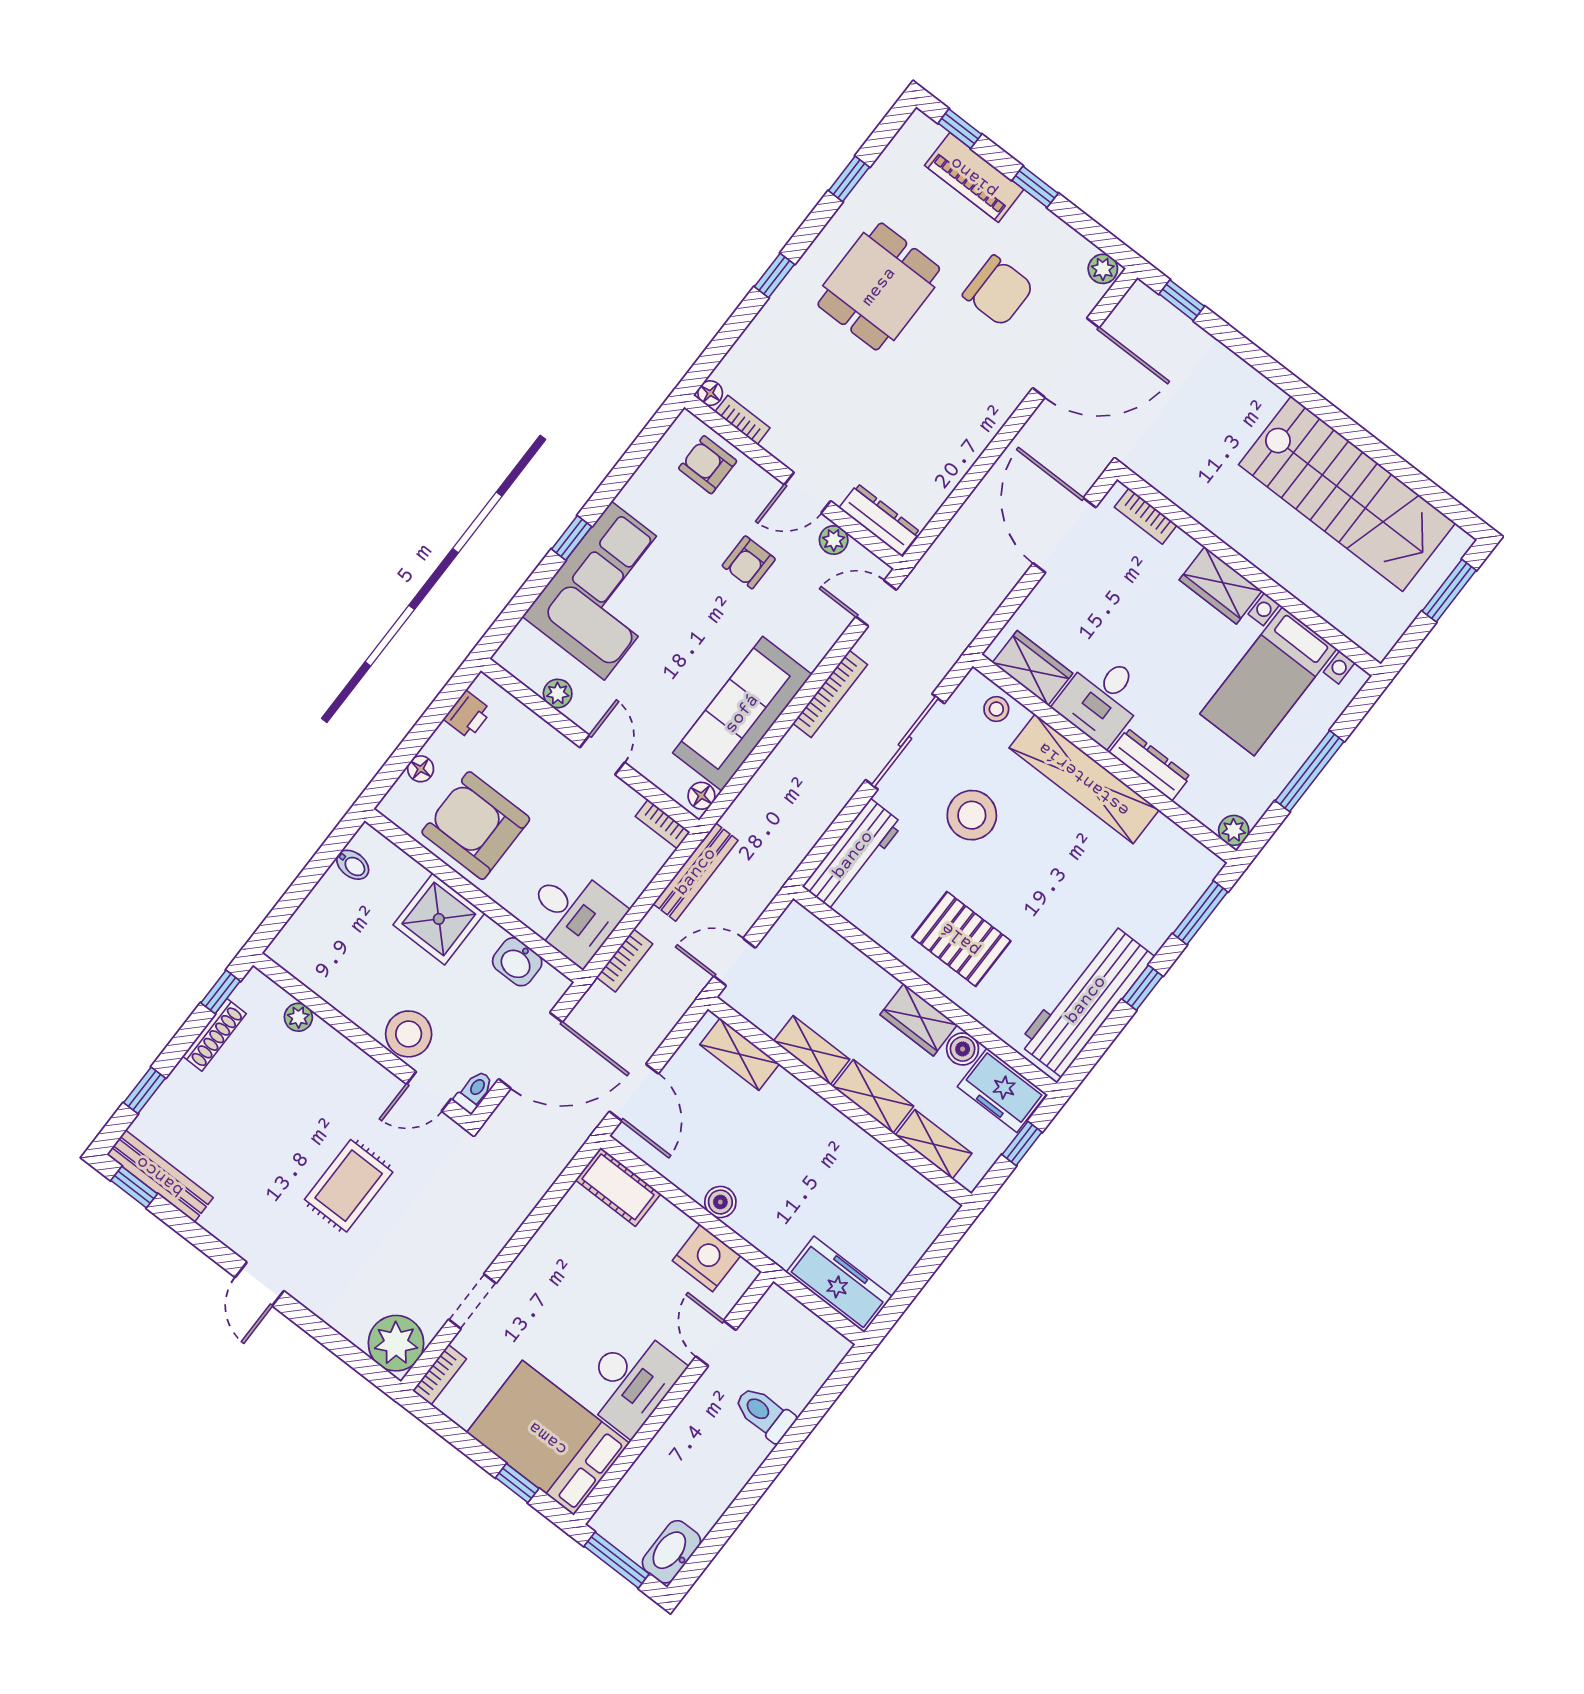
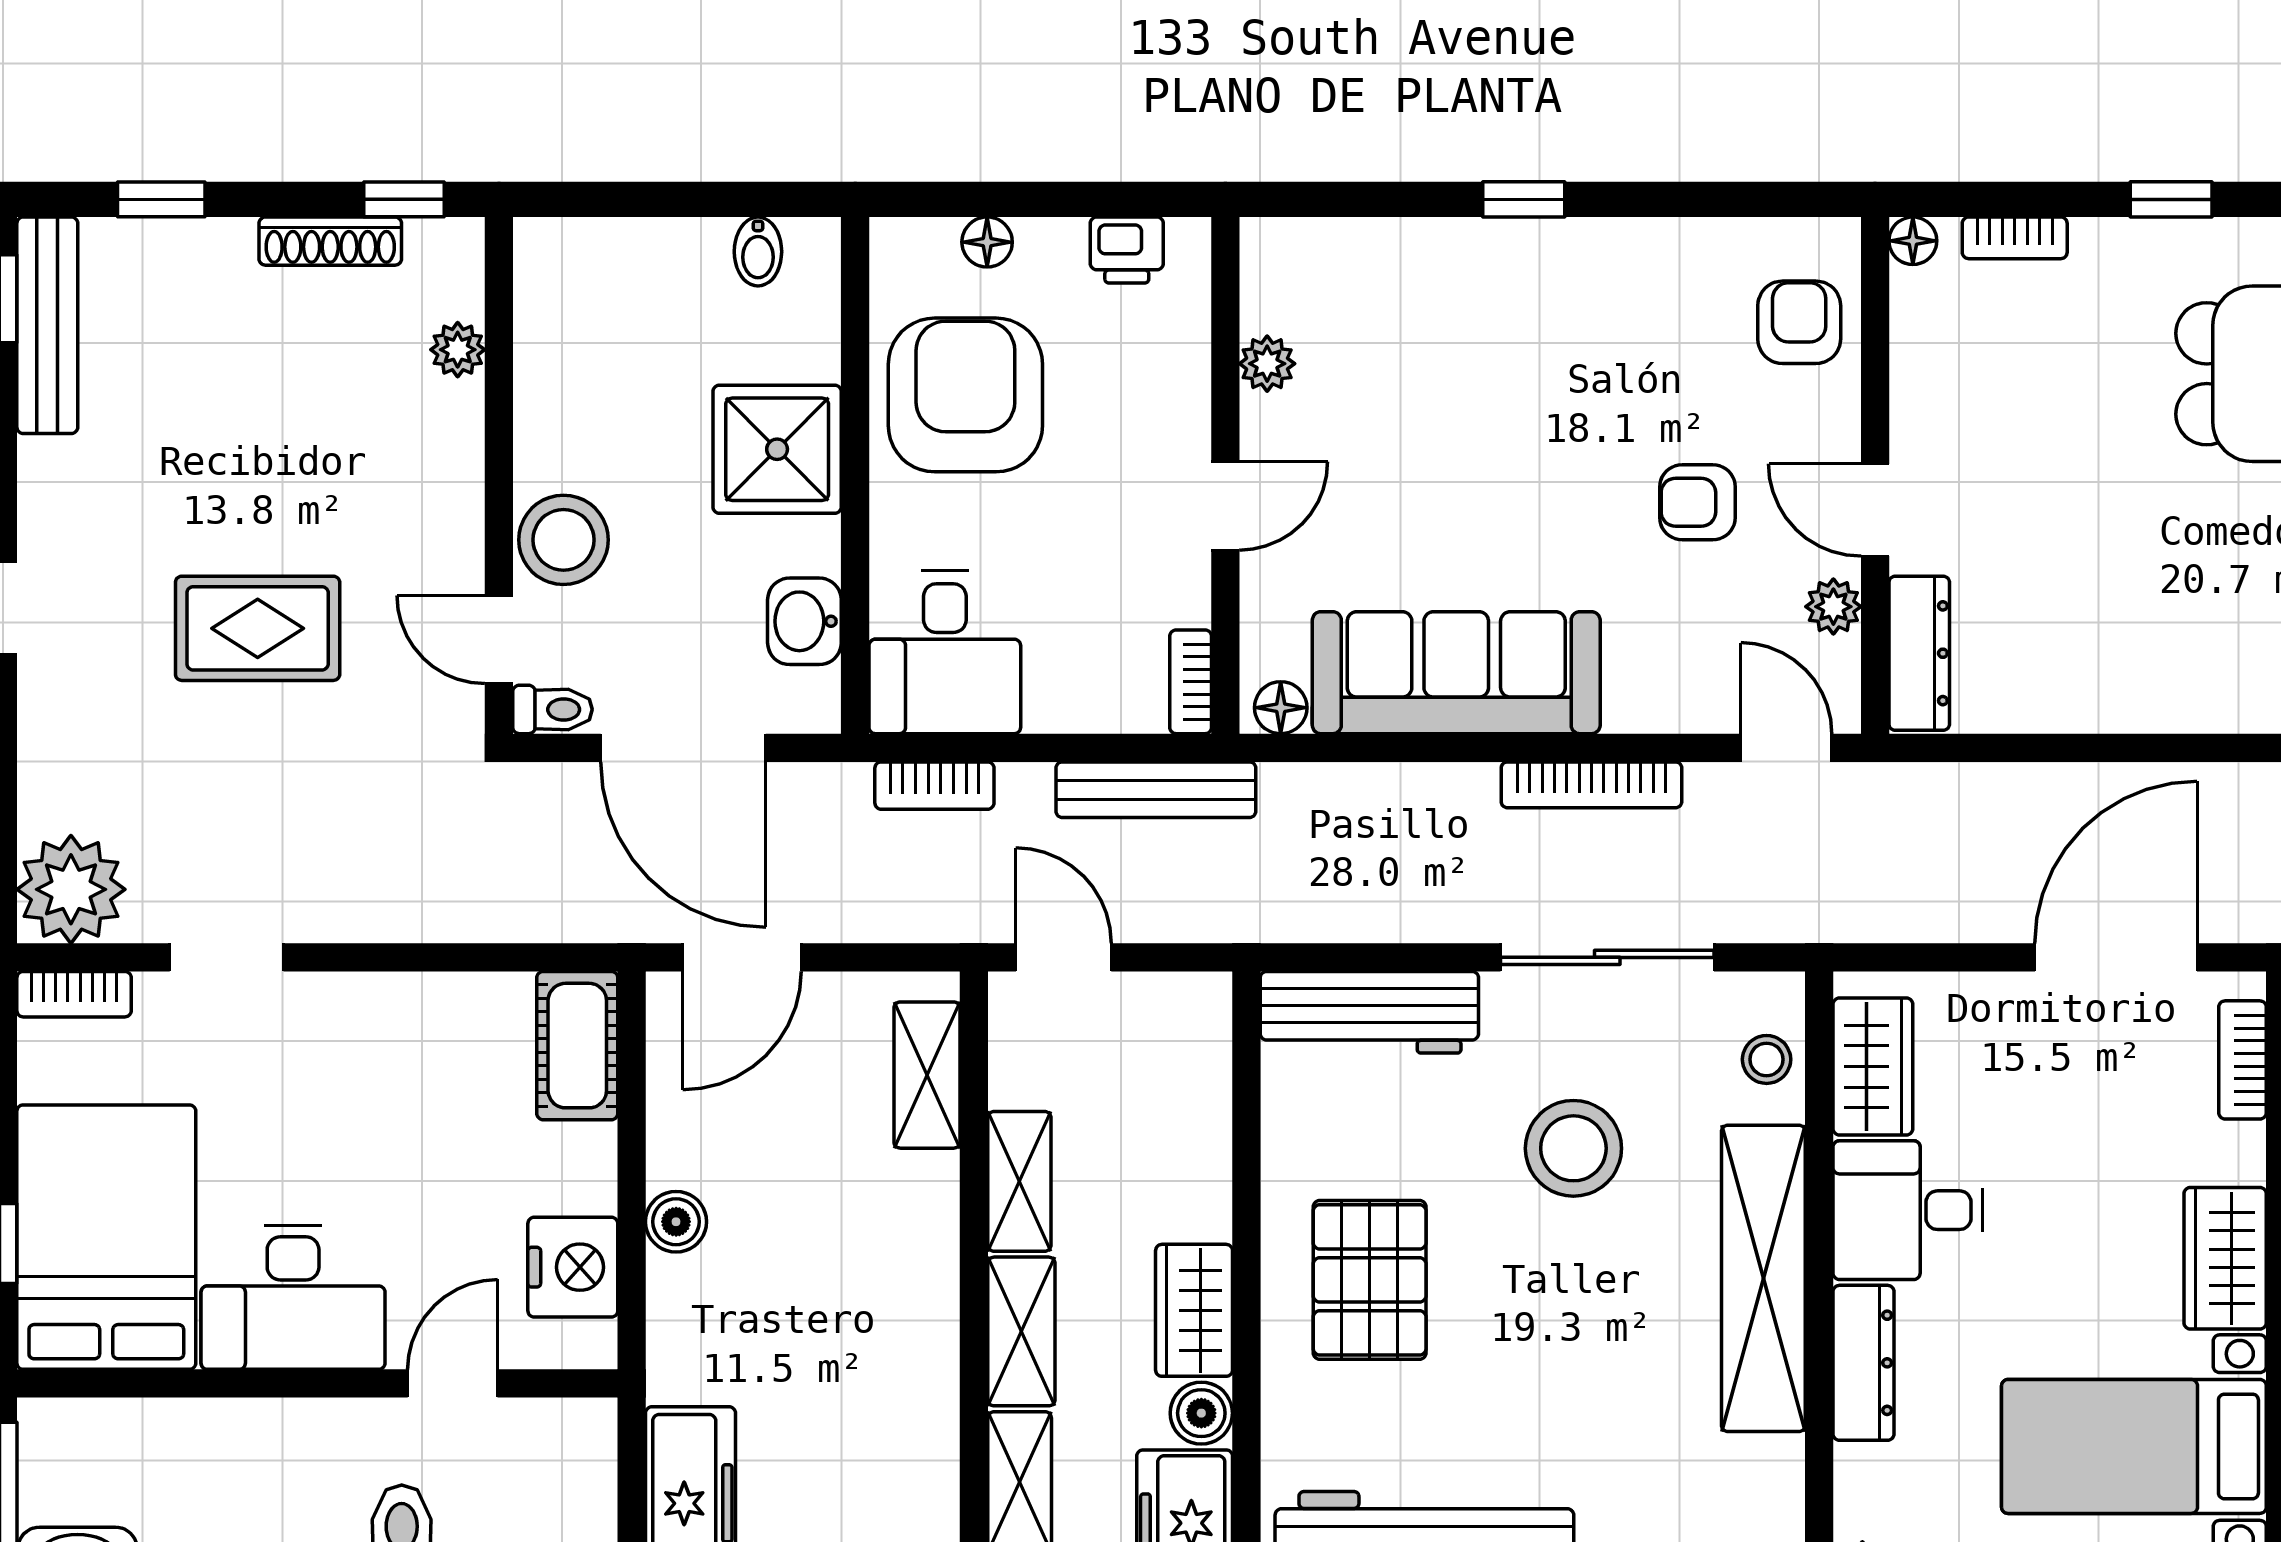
bookcase: (742, 420) -> (2015, 238), moved, turned 90
corner sofa: (608, 591) -> (1486, 319), removed

